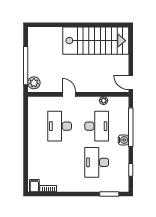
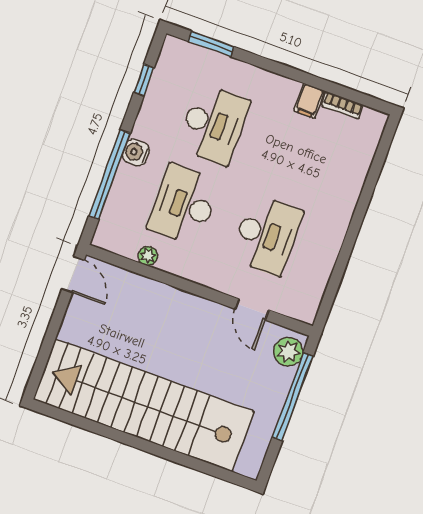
stairs: (96, 41) -> (144, 405), width x1.36
door: (69, 94) -> (252, 309), moved
filing cabinet: (34, 186) -> (309, 101), moved

